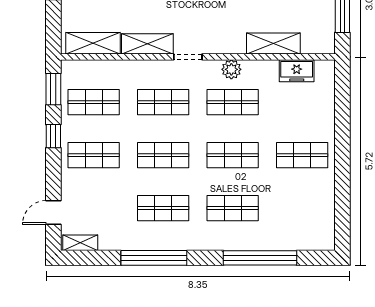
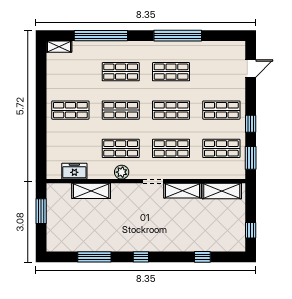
shelving: (80, 243) -> (59, 47), moved

